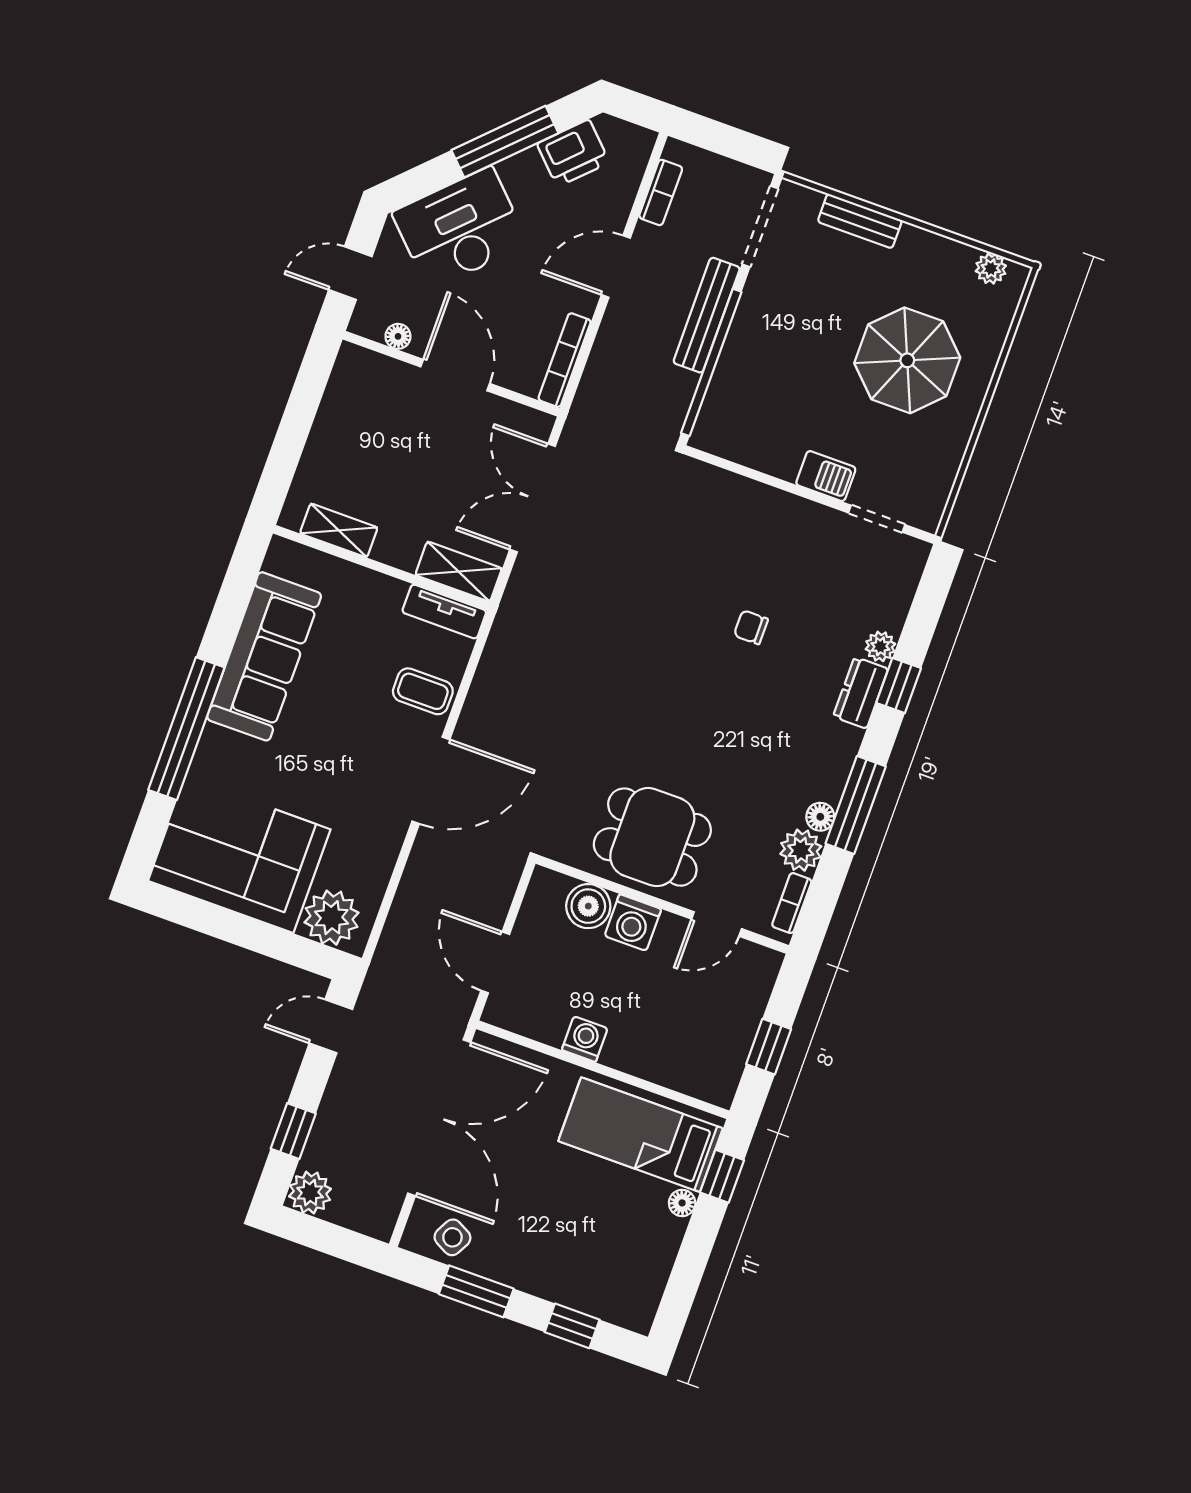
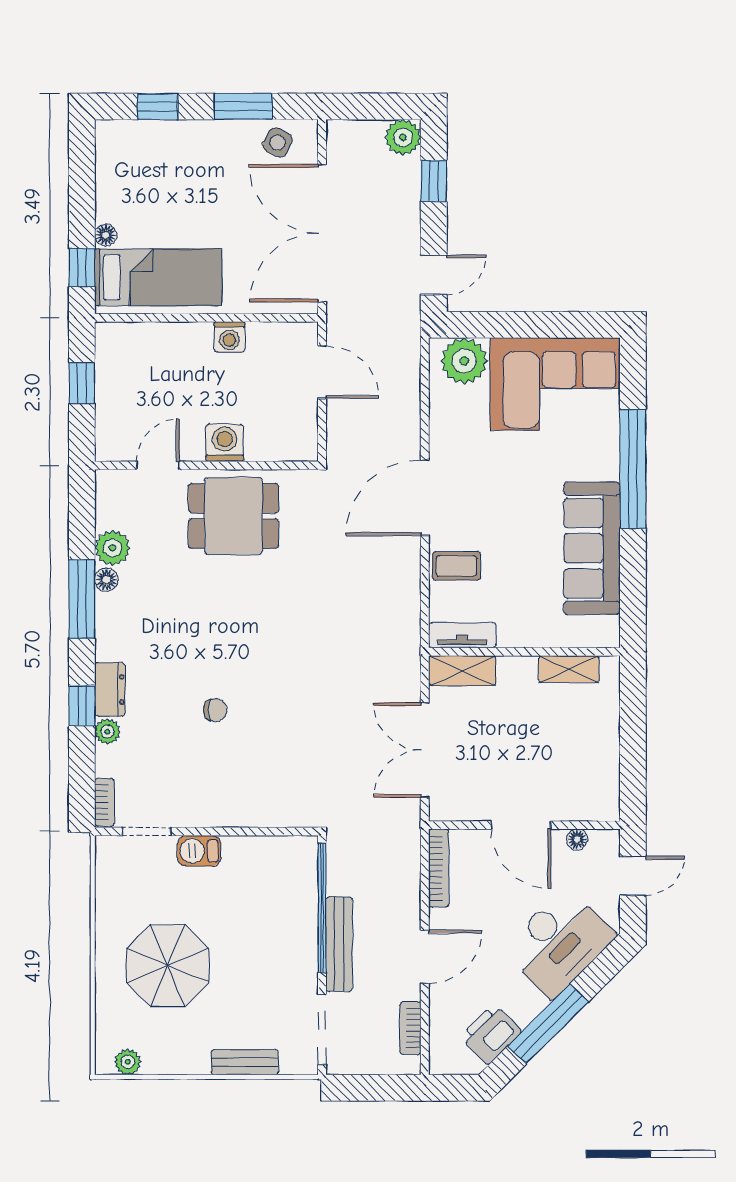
double door: (533, 498) -> (425, 750), swing flipped
bookcase: (792, 903) -> (104, 802), moved
boiler: (588, 906) -> (264, 443), removed

